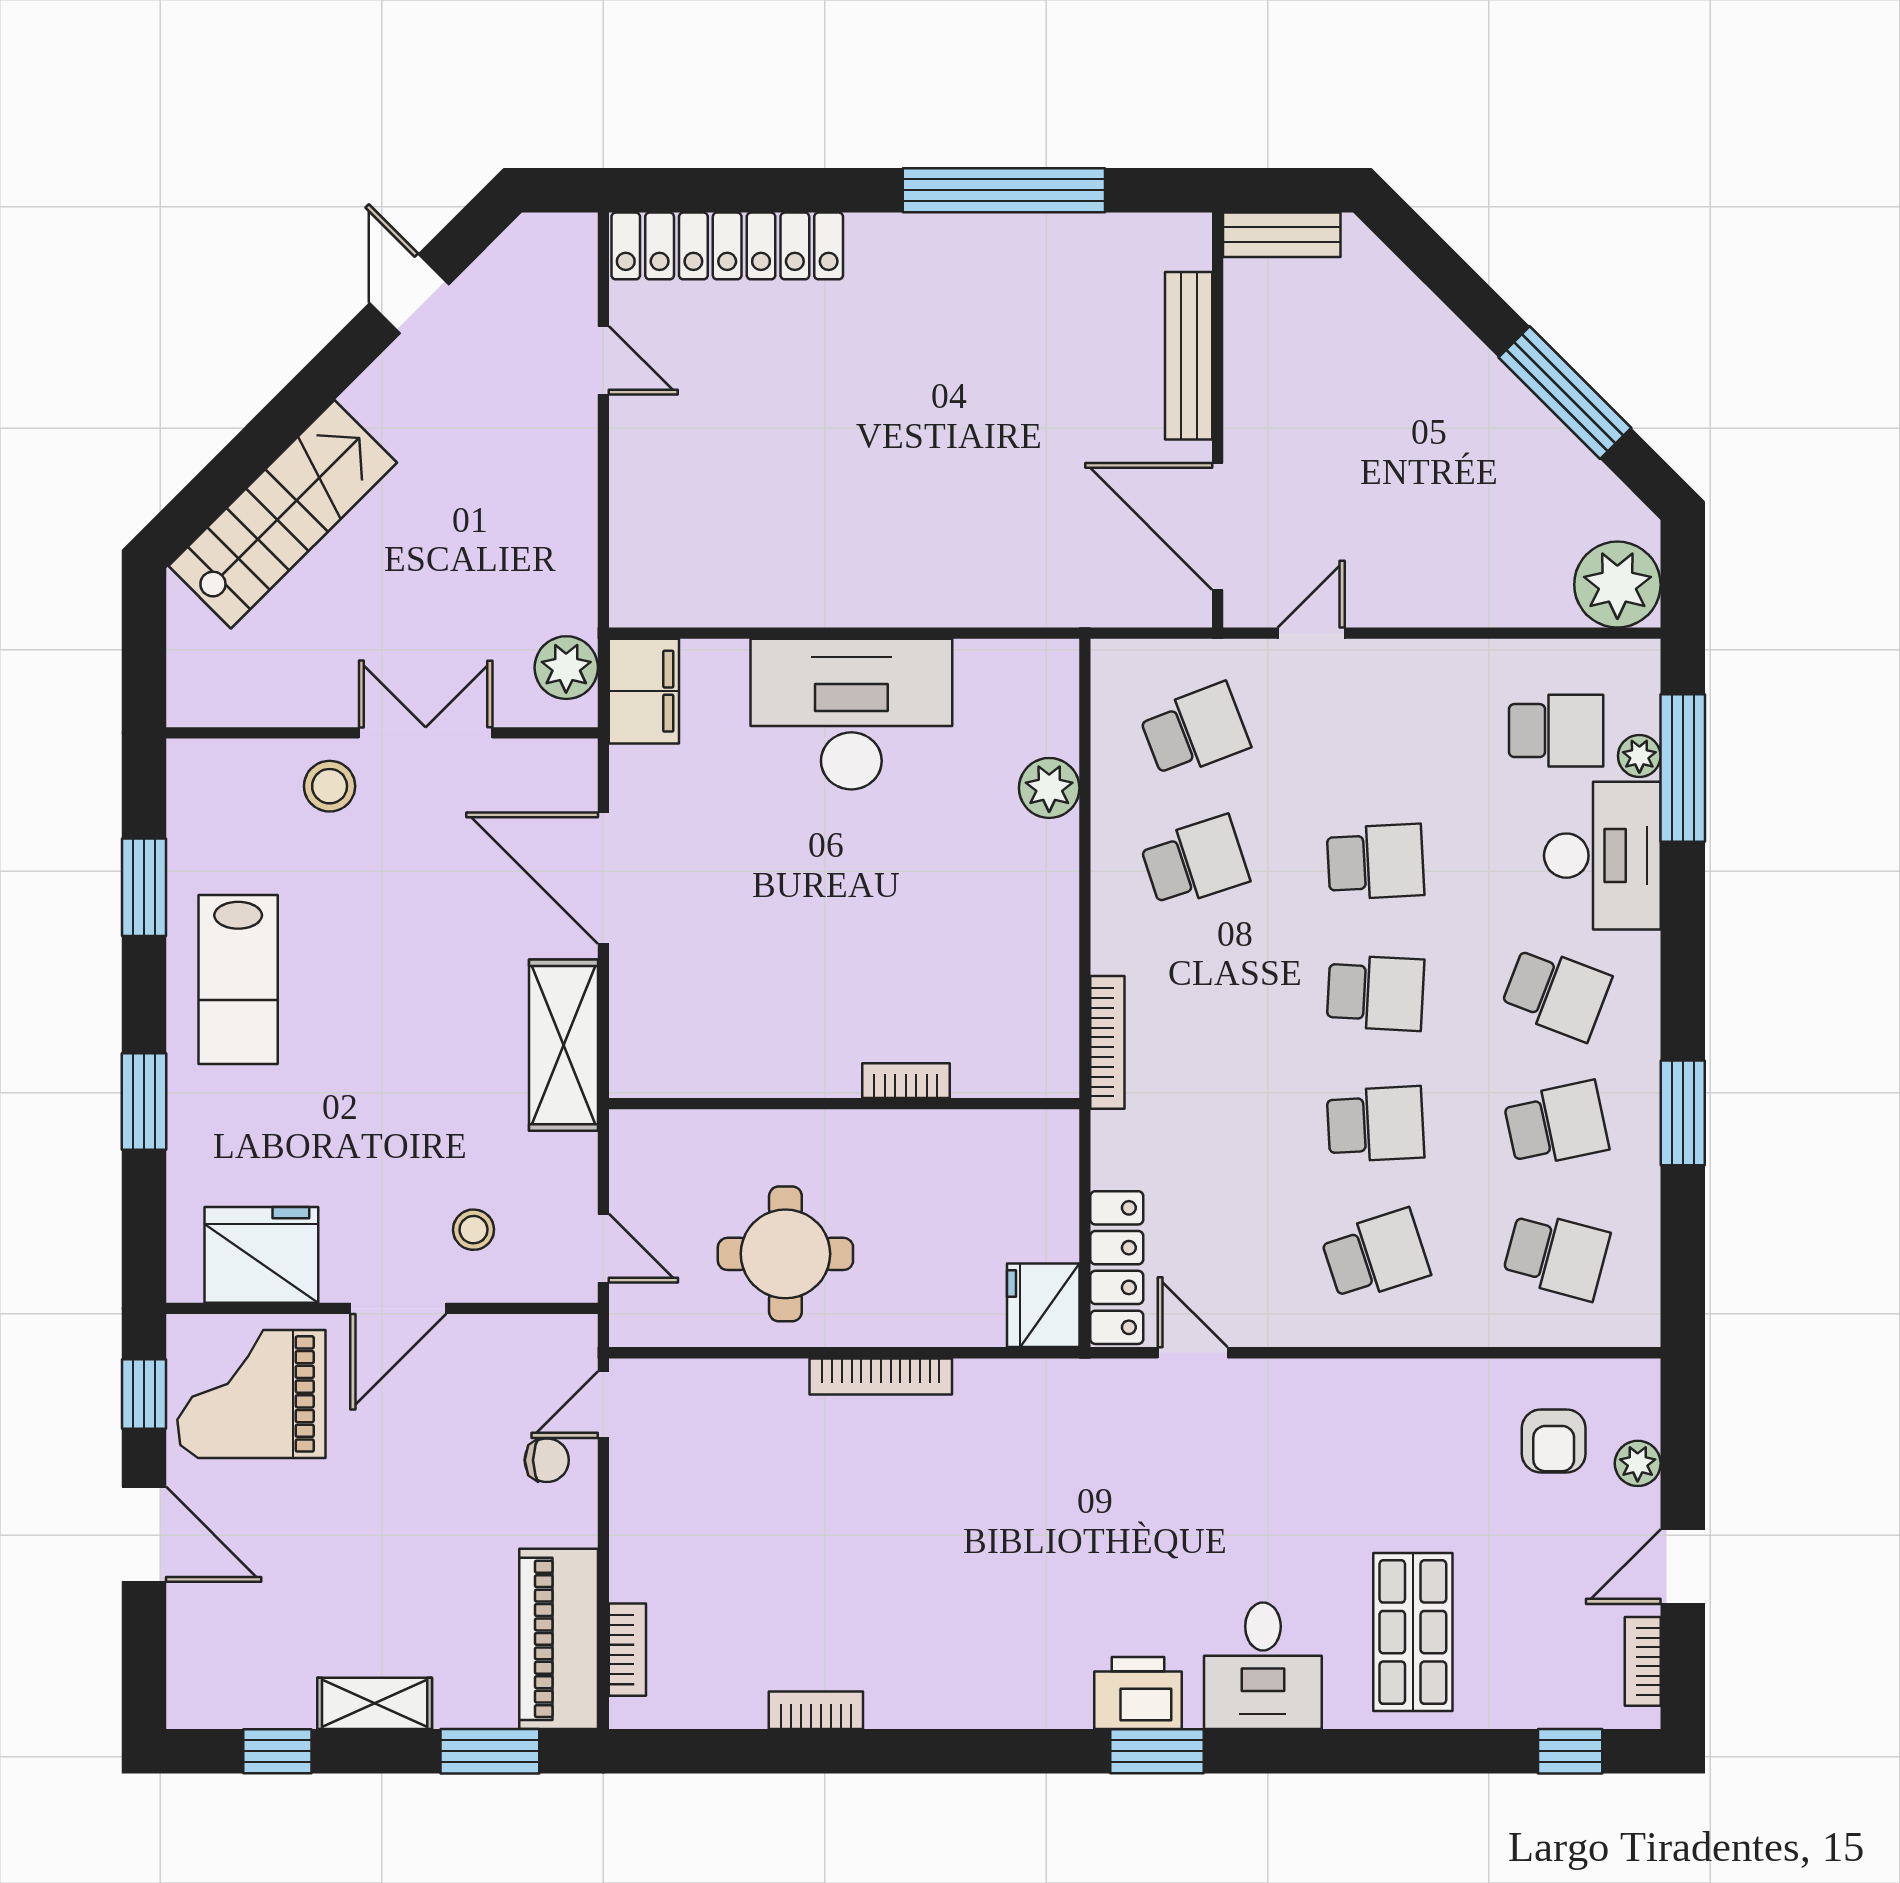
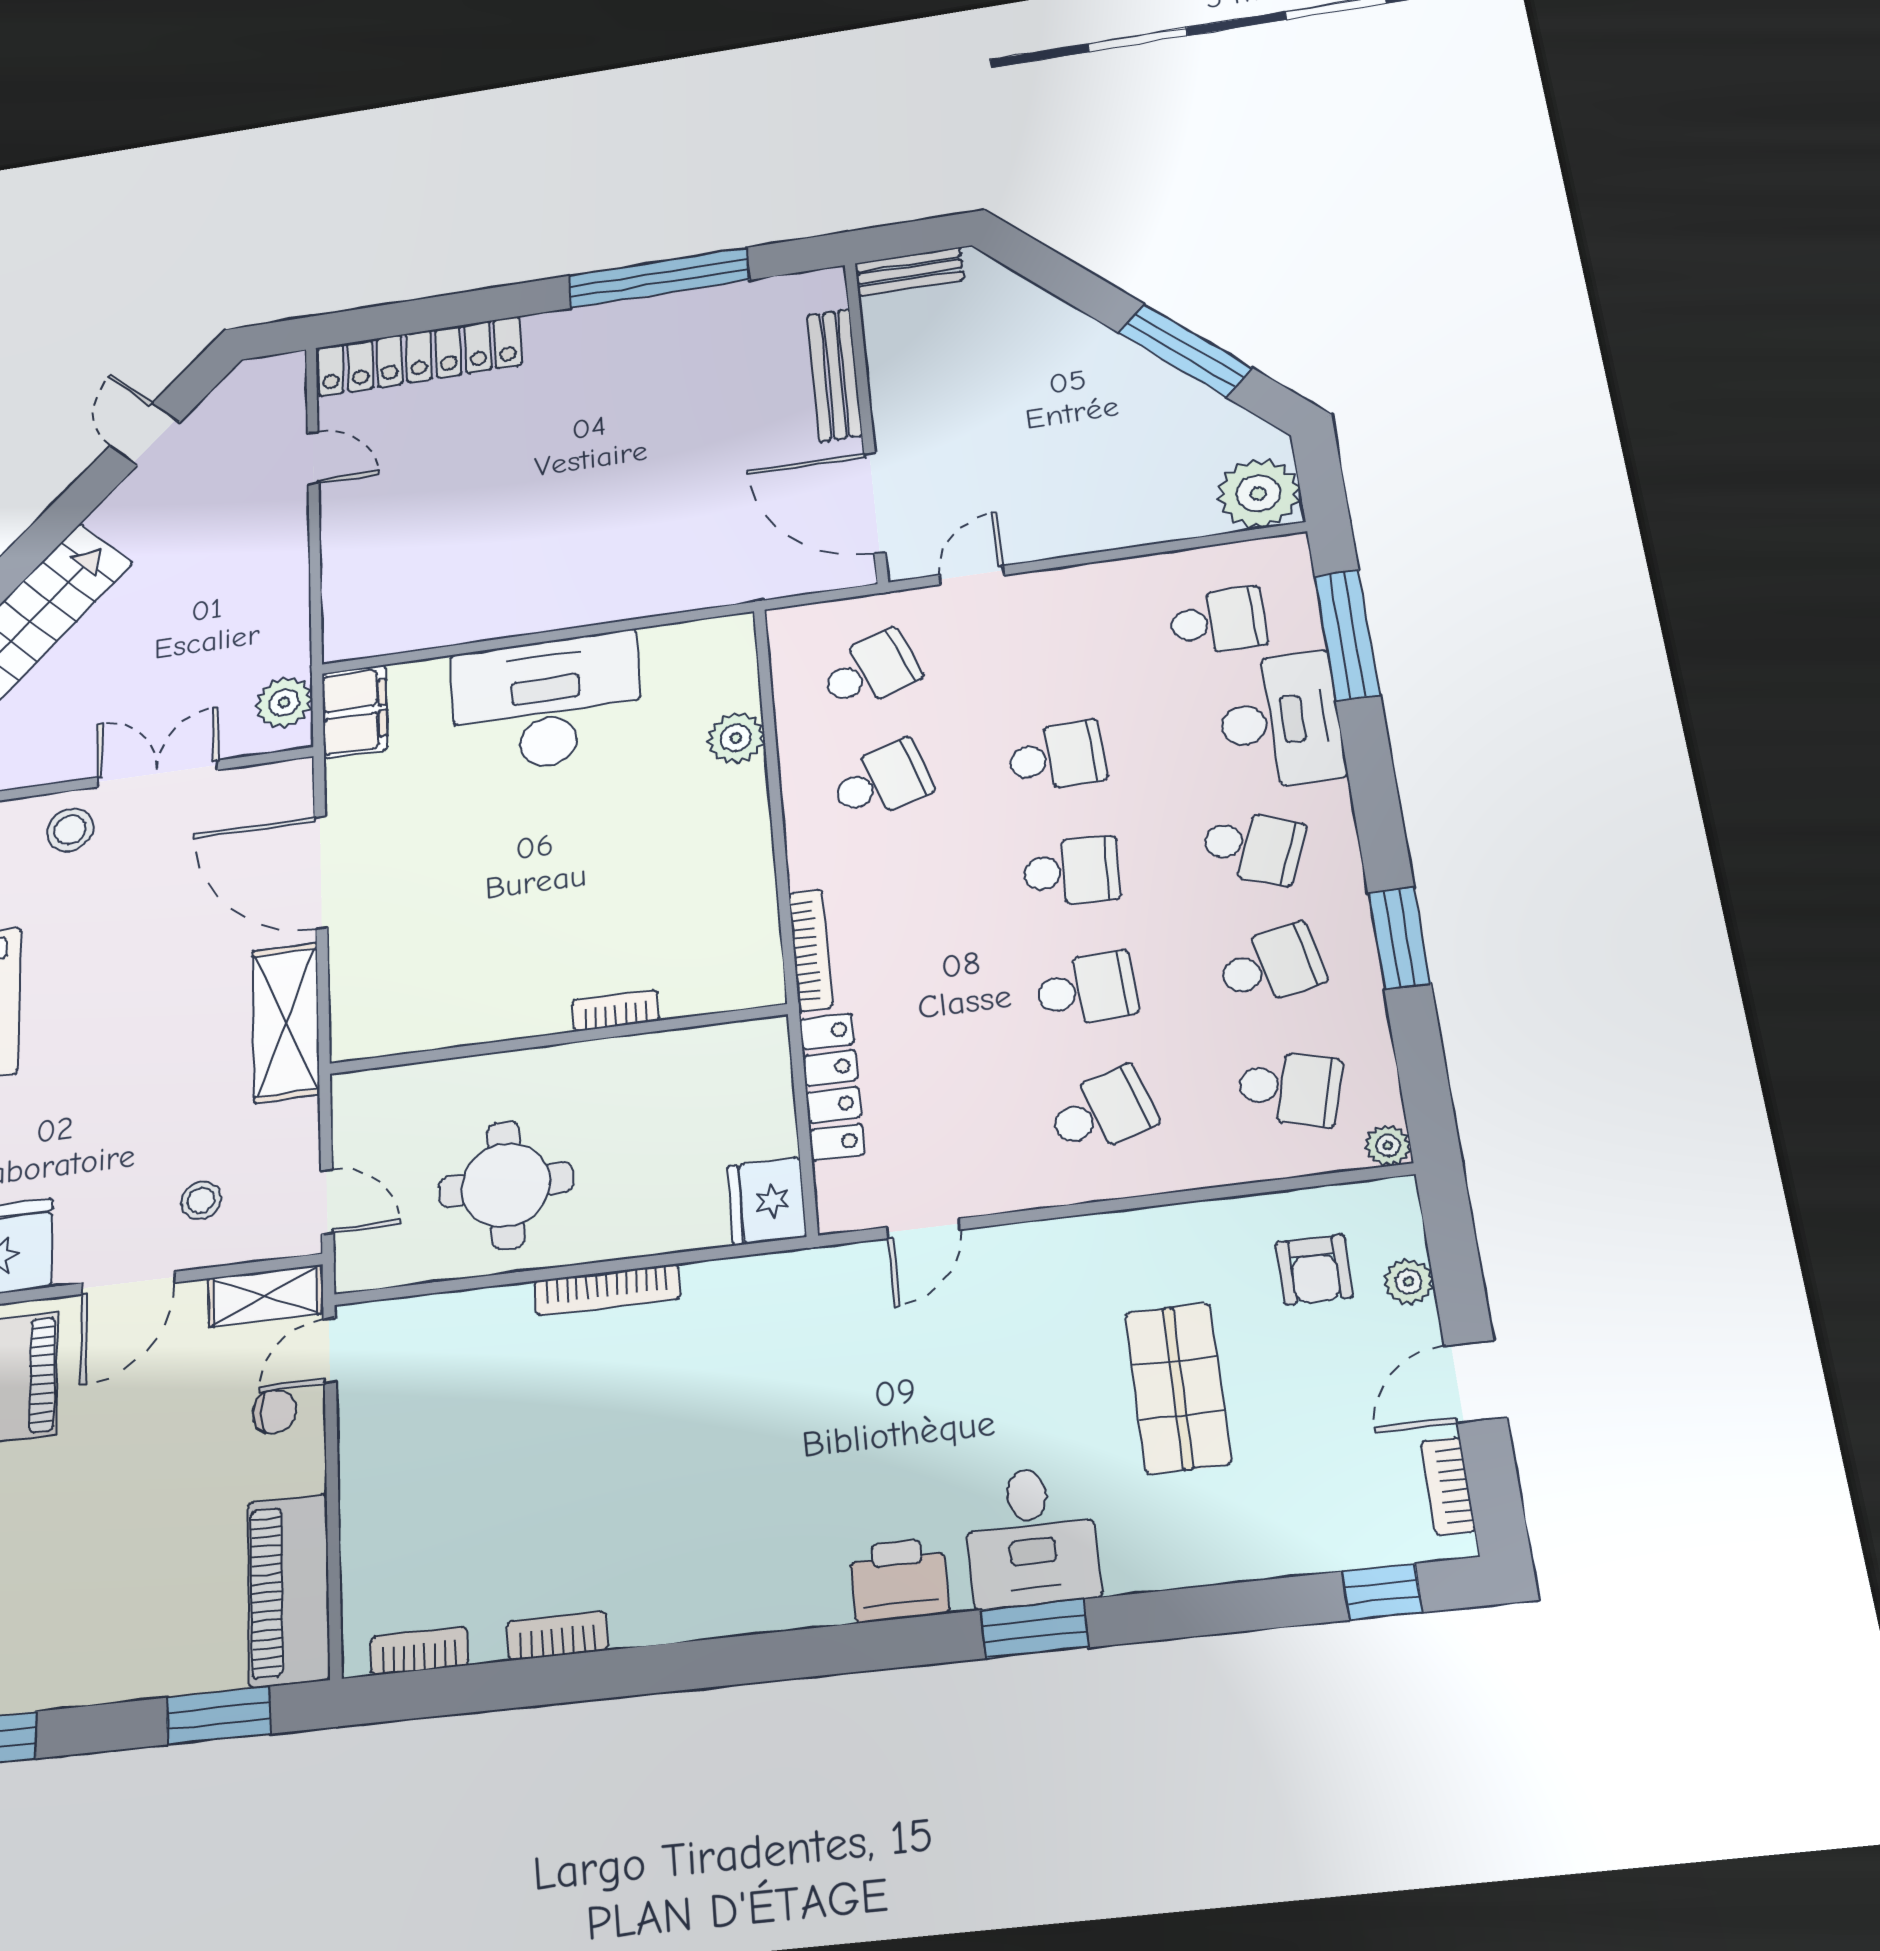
plant: (1639, 756) -> (1388, 1145), moved
locker: (1117, 1268) -> (832, 1086), moved
door: (1193, 1353) -> (923, 1228), swing flipped
shop shelf: (1413, 1632) -> (1178, 1388), moved
bookcase: (627, 1650) -> (419, 1651), moved, turned -90
shelving: (375, 1703) -> (265, 1296), moved
window: (1157, 1751) -> (1035, 1629), moved

